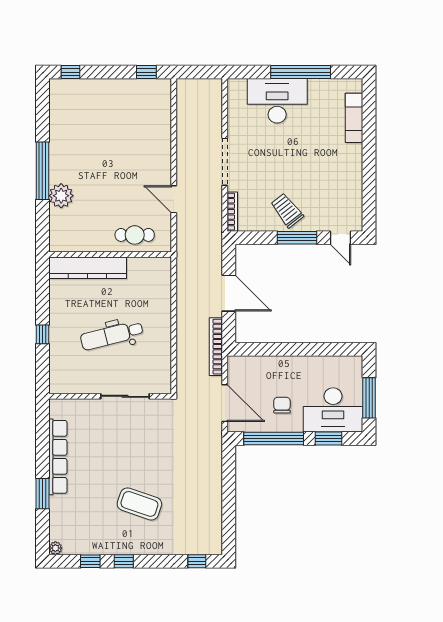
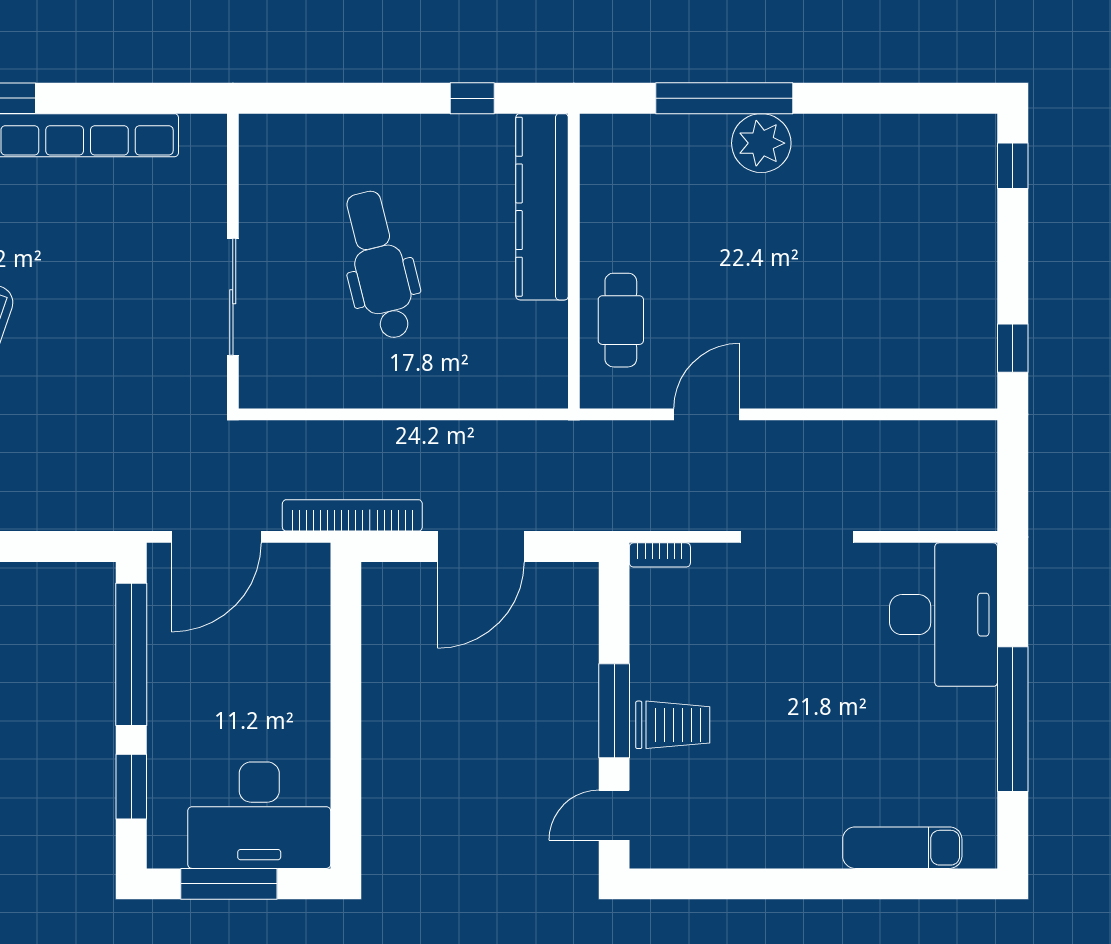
desk: (277, 101) -> (944, 615), moved
window: (42, 171) -> (724, 98), moved
plant: (61, 196) -> (761, 143), moved
trolley: (287, 210) -> (673, 725), moved, turned 38
bookcase: (232, 212) -> (660, 555), width x0.64
window: (42, 334) -> (472, 98), moved
chair: (282, 405) -> (211, 674), removed
desk: (333, 410) -> (259, 815), moved, turned -90

